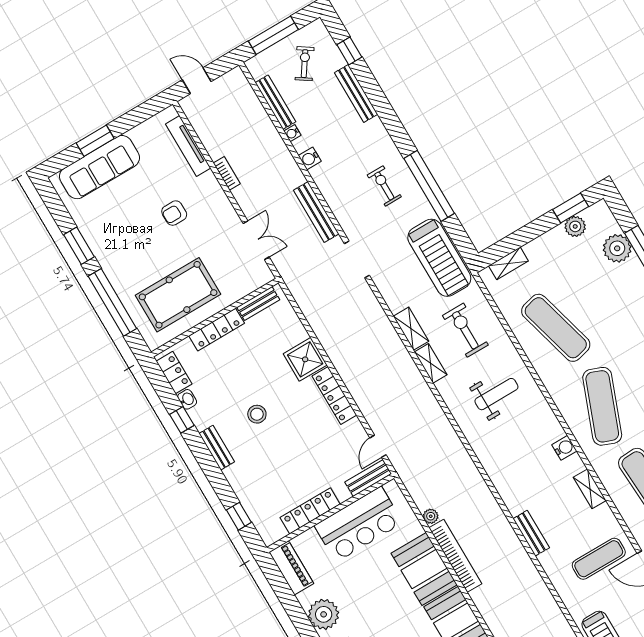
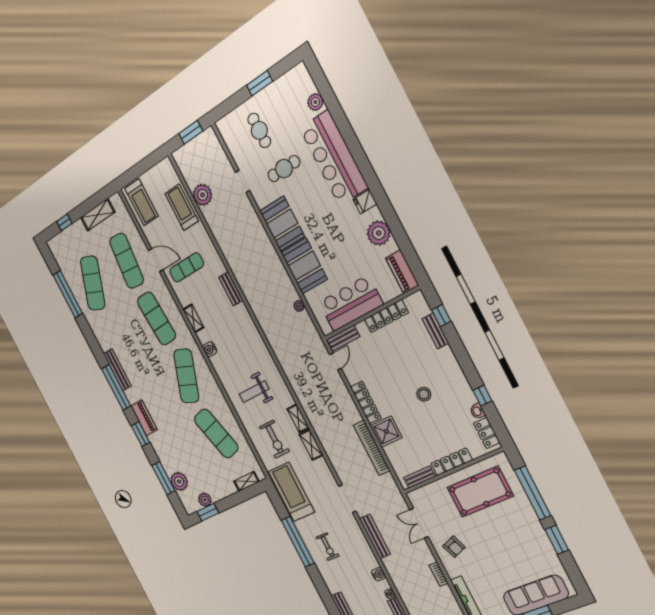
armchair: (174, 213) -> (454, 547), moved, turned 69
bench: (217, 448) -> (435, 331), moved
bookcase: (455, 556) -> (372, 448), moved

